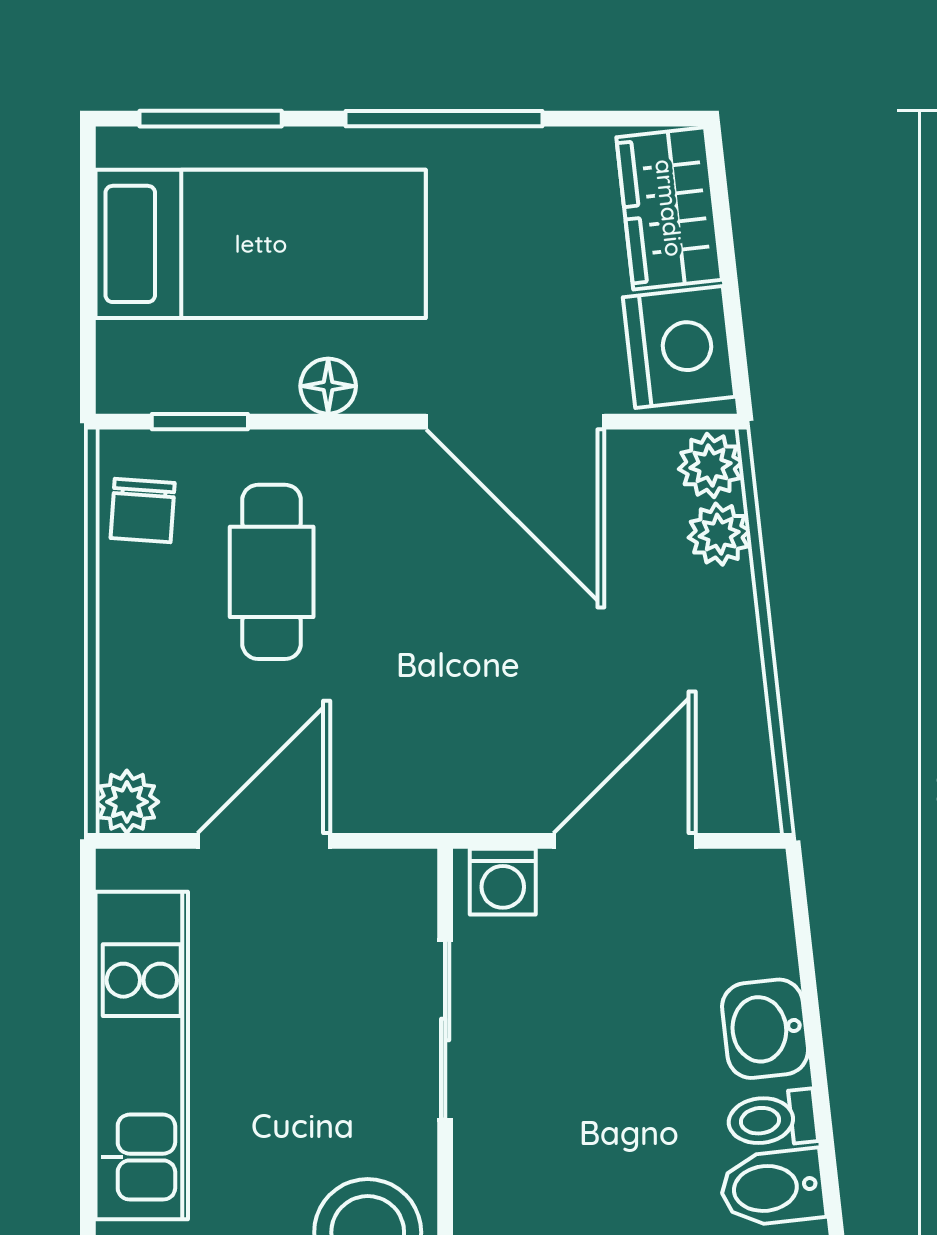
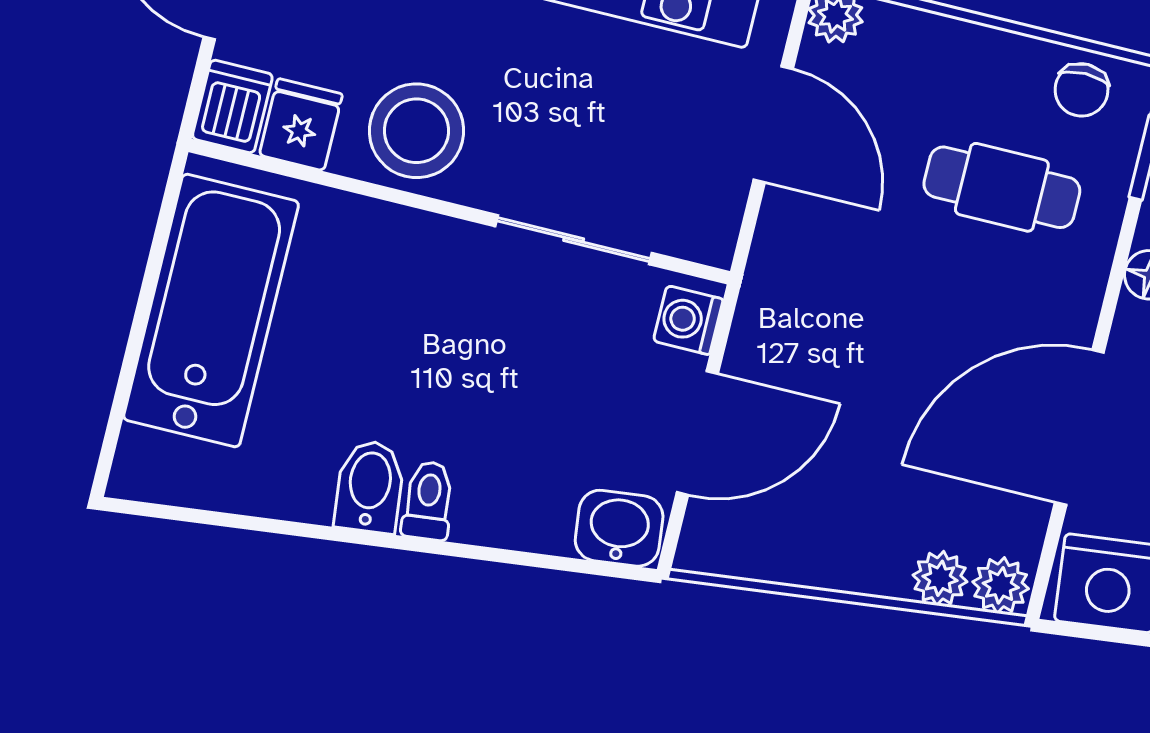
chair: (143, 510) -> (1082, 90), turned -94
door: (625, 841) -> (697, 433), hinge flipped
washbasin: (765, 1029) -> (619, 528), moved

